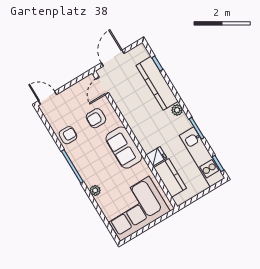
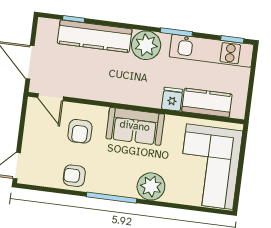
plant: (177, 110) -> (146, 45), width x1.87, depth x1.87
armchair: (68, 135) -> (74, 176), turned -91
plant: (95, 190) -> (151, 186), width x1.87, depth x1.87

